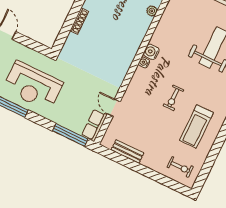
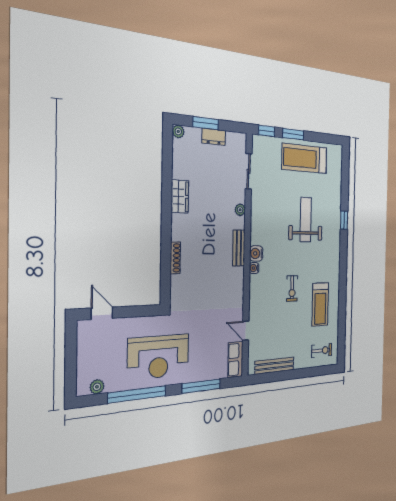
bench: (137, 40) -> (239, 248), added
window: (70, 135) -> (201, 386), moved
bench: (127, 151) -> (274, 366), width x1.36

